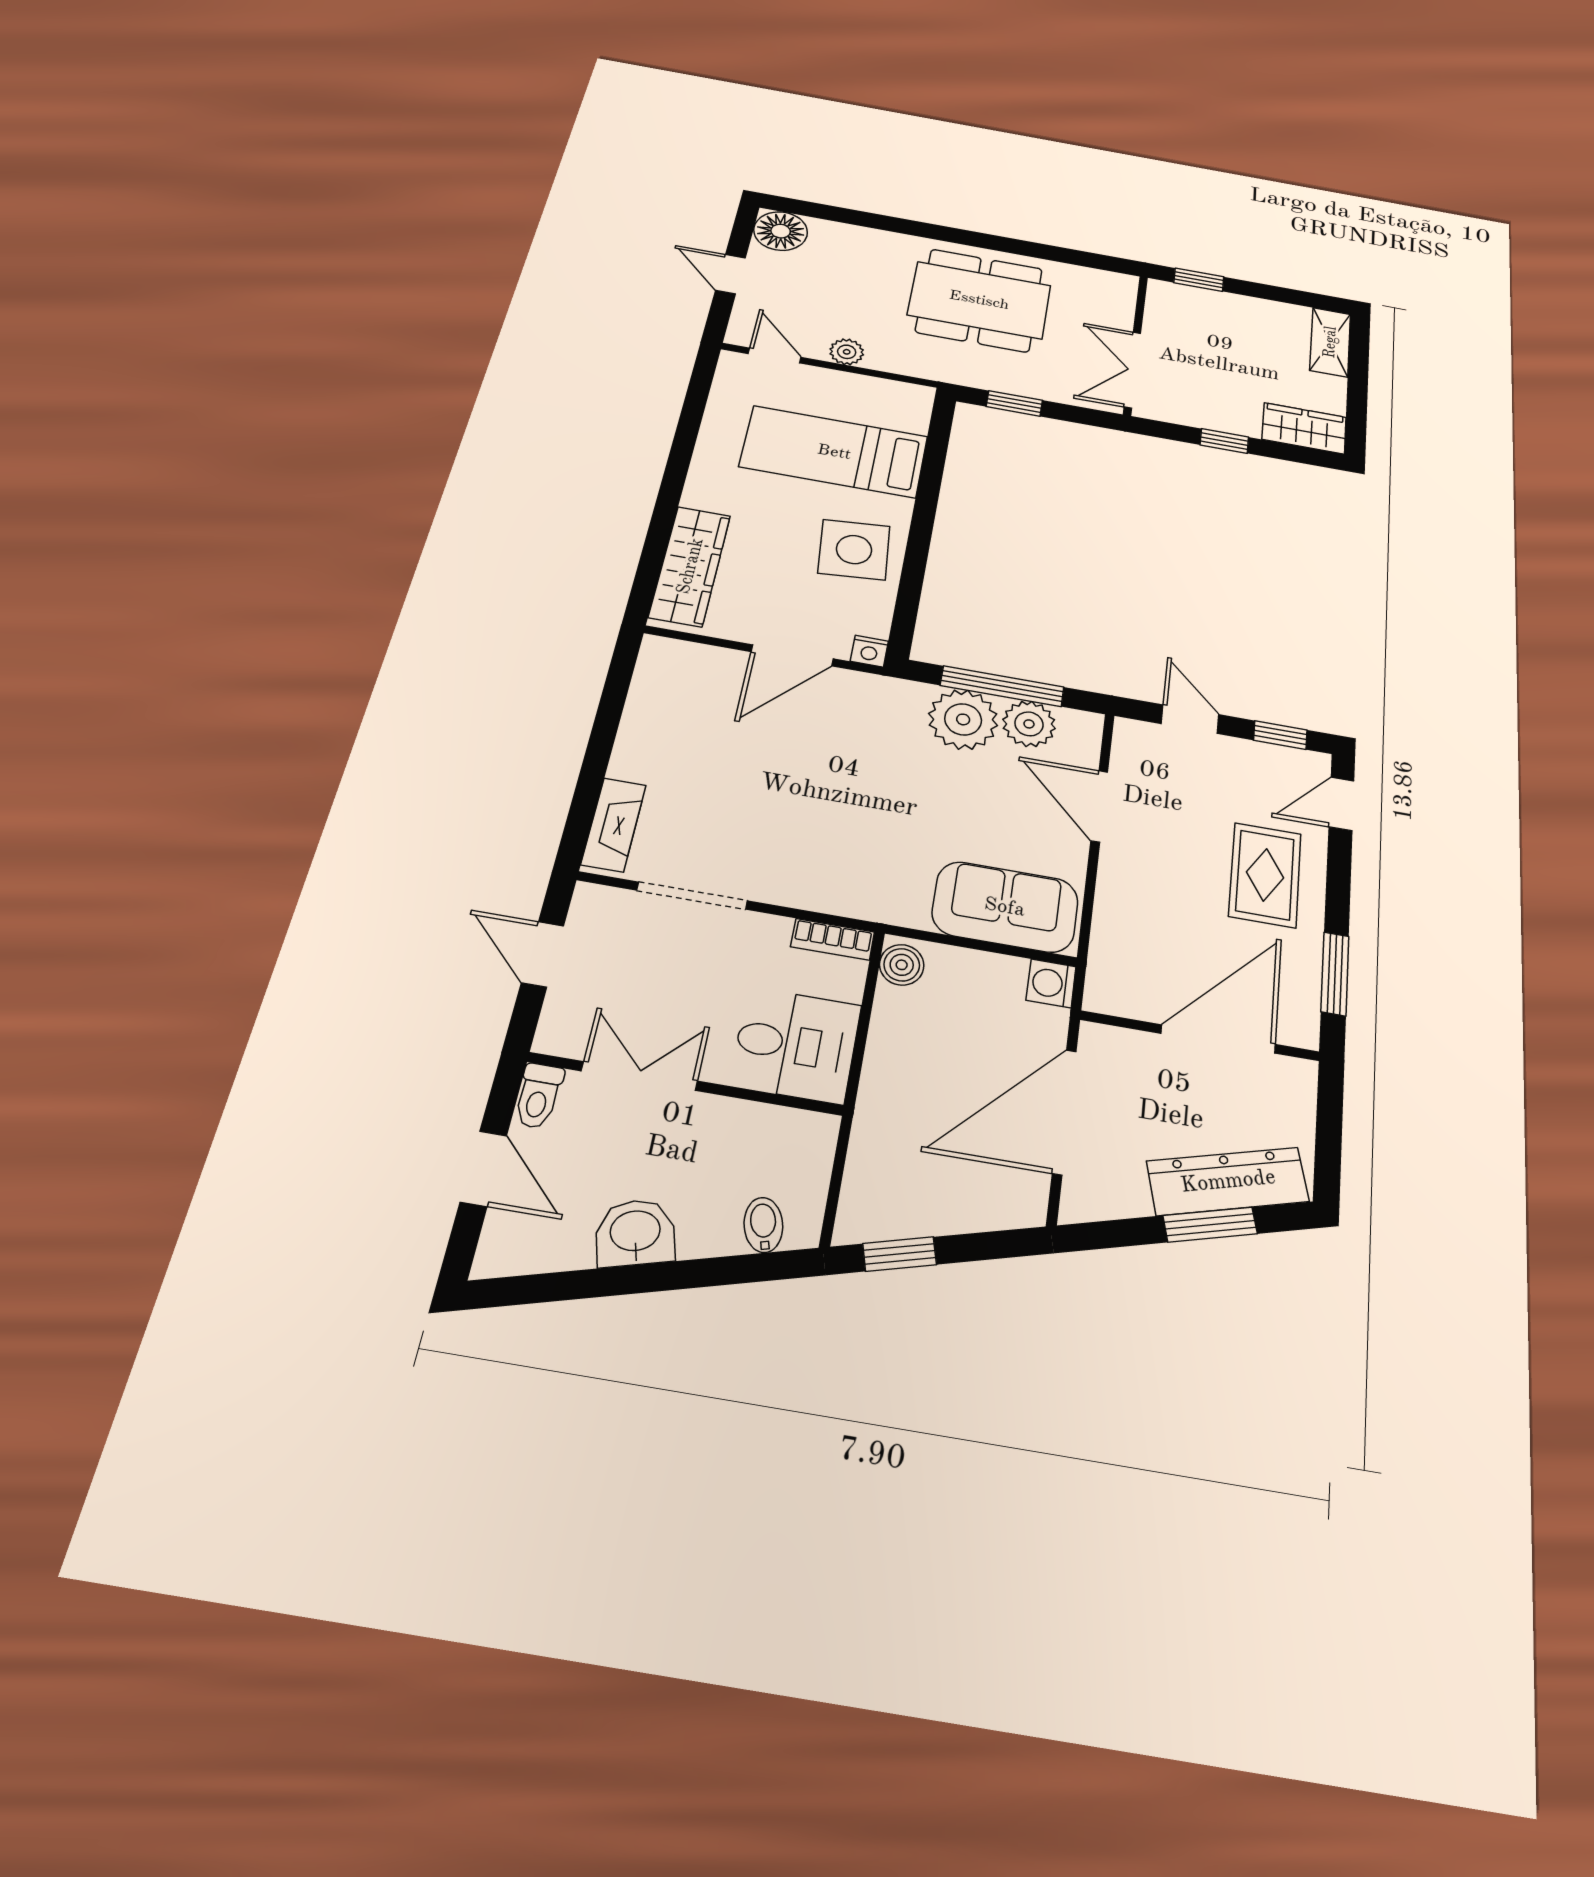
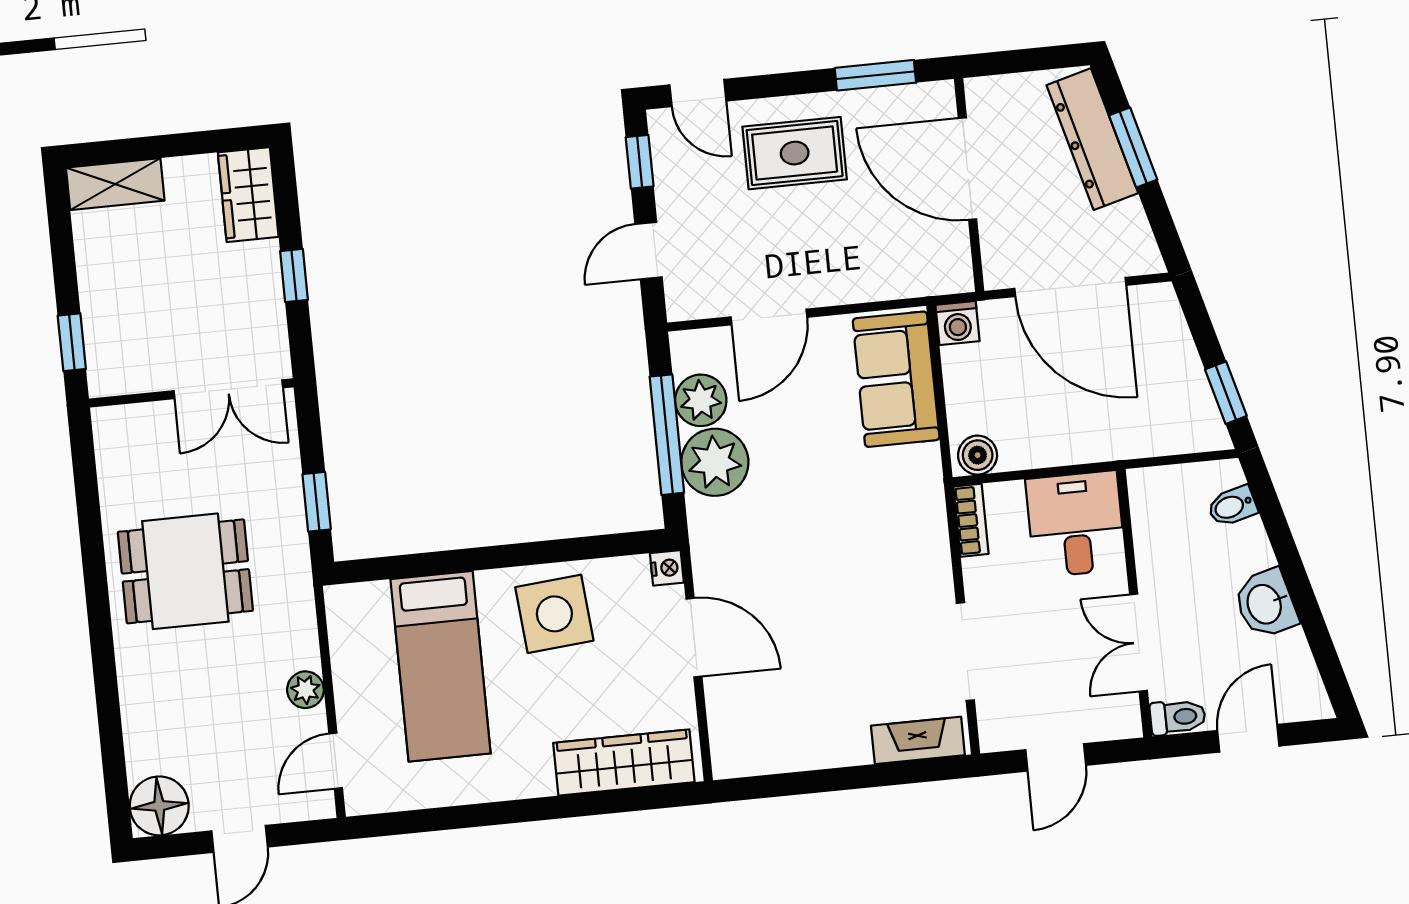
dining table: (979, 300) -> (185, 571), width x0.73

